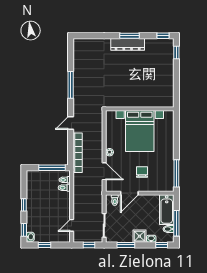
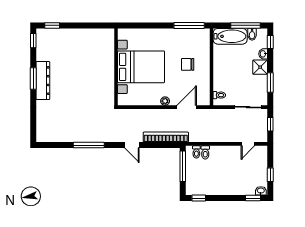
door: (129, 193) -> (211, 79), removed
window: (24, 205) -> (199, 198), moved
door: (72, 225) -> (248, 144), hinge flipped

